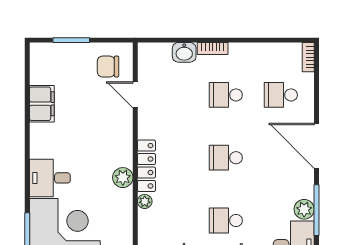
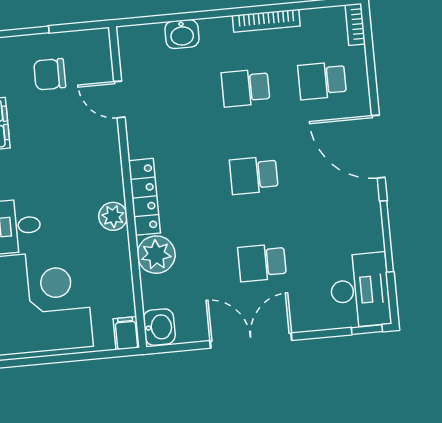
bookcase: (213, 48) -> (266, 21), moved, width x1.56
chair: (108, 67) -> (50, 74), moved
plant: (145, 201) -> (156, 255), width x1.88, depth x1.88
plant: (304, 209) -> (369, 237), removed

